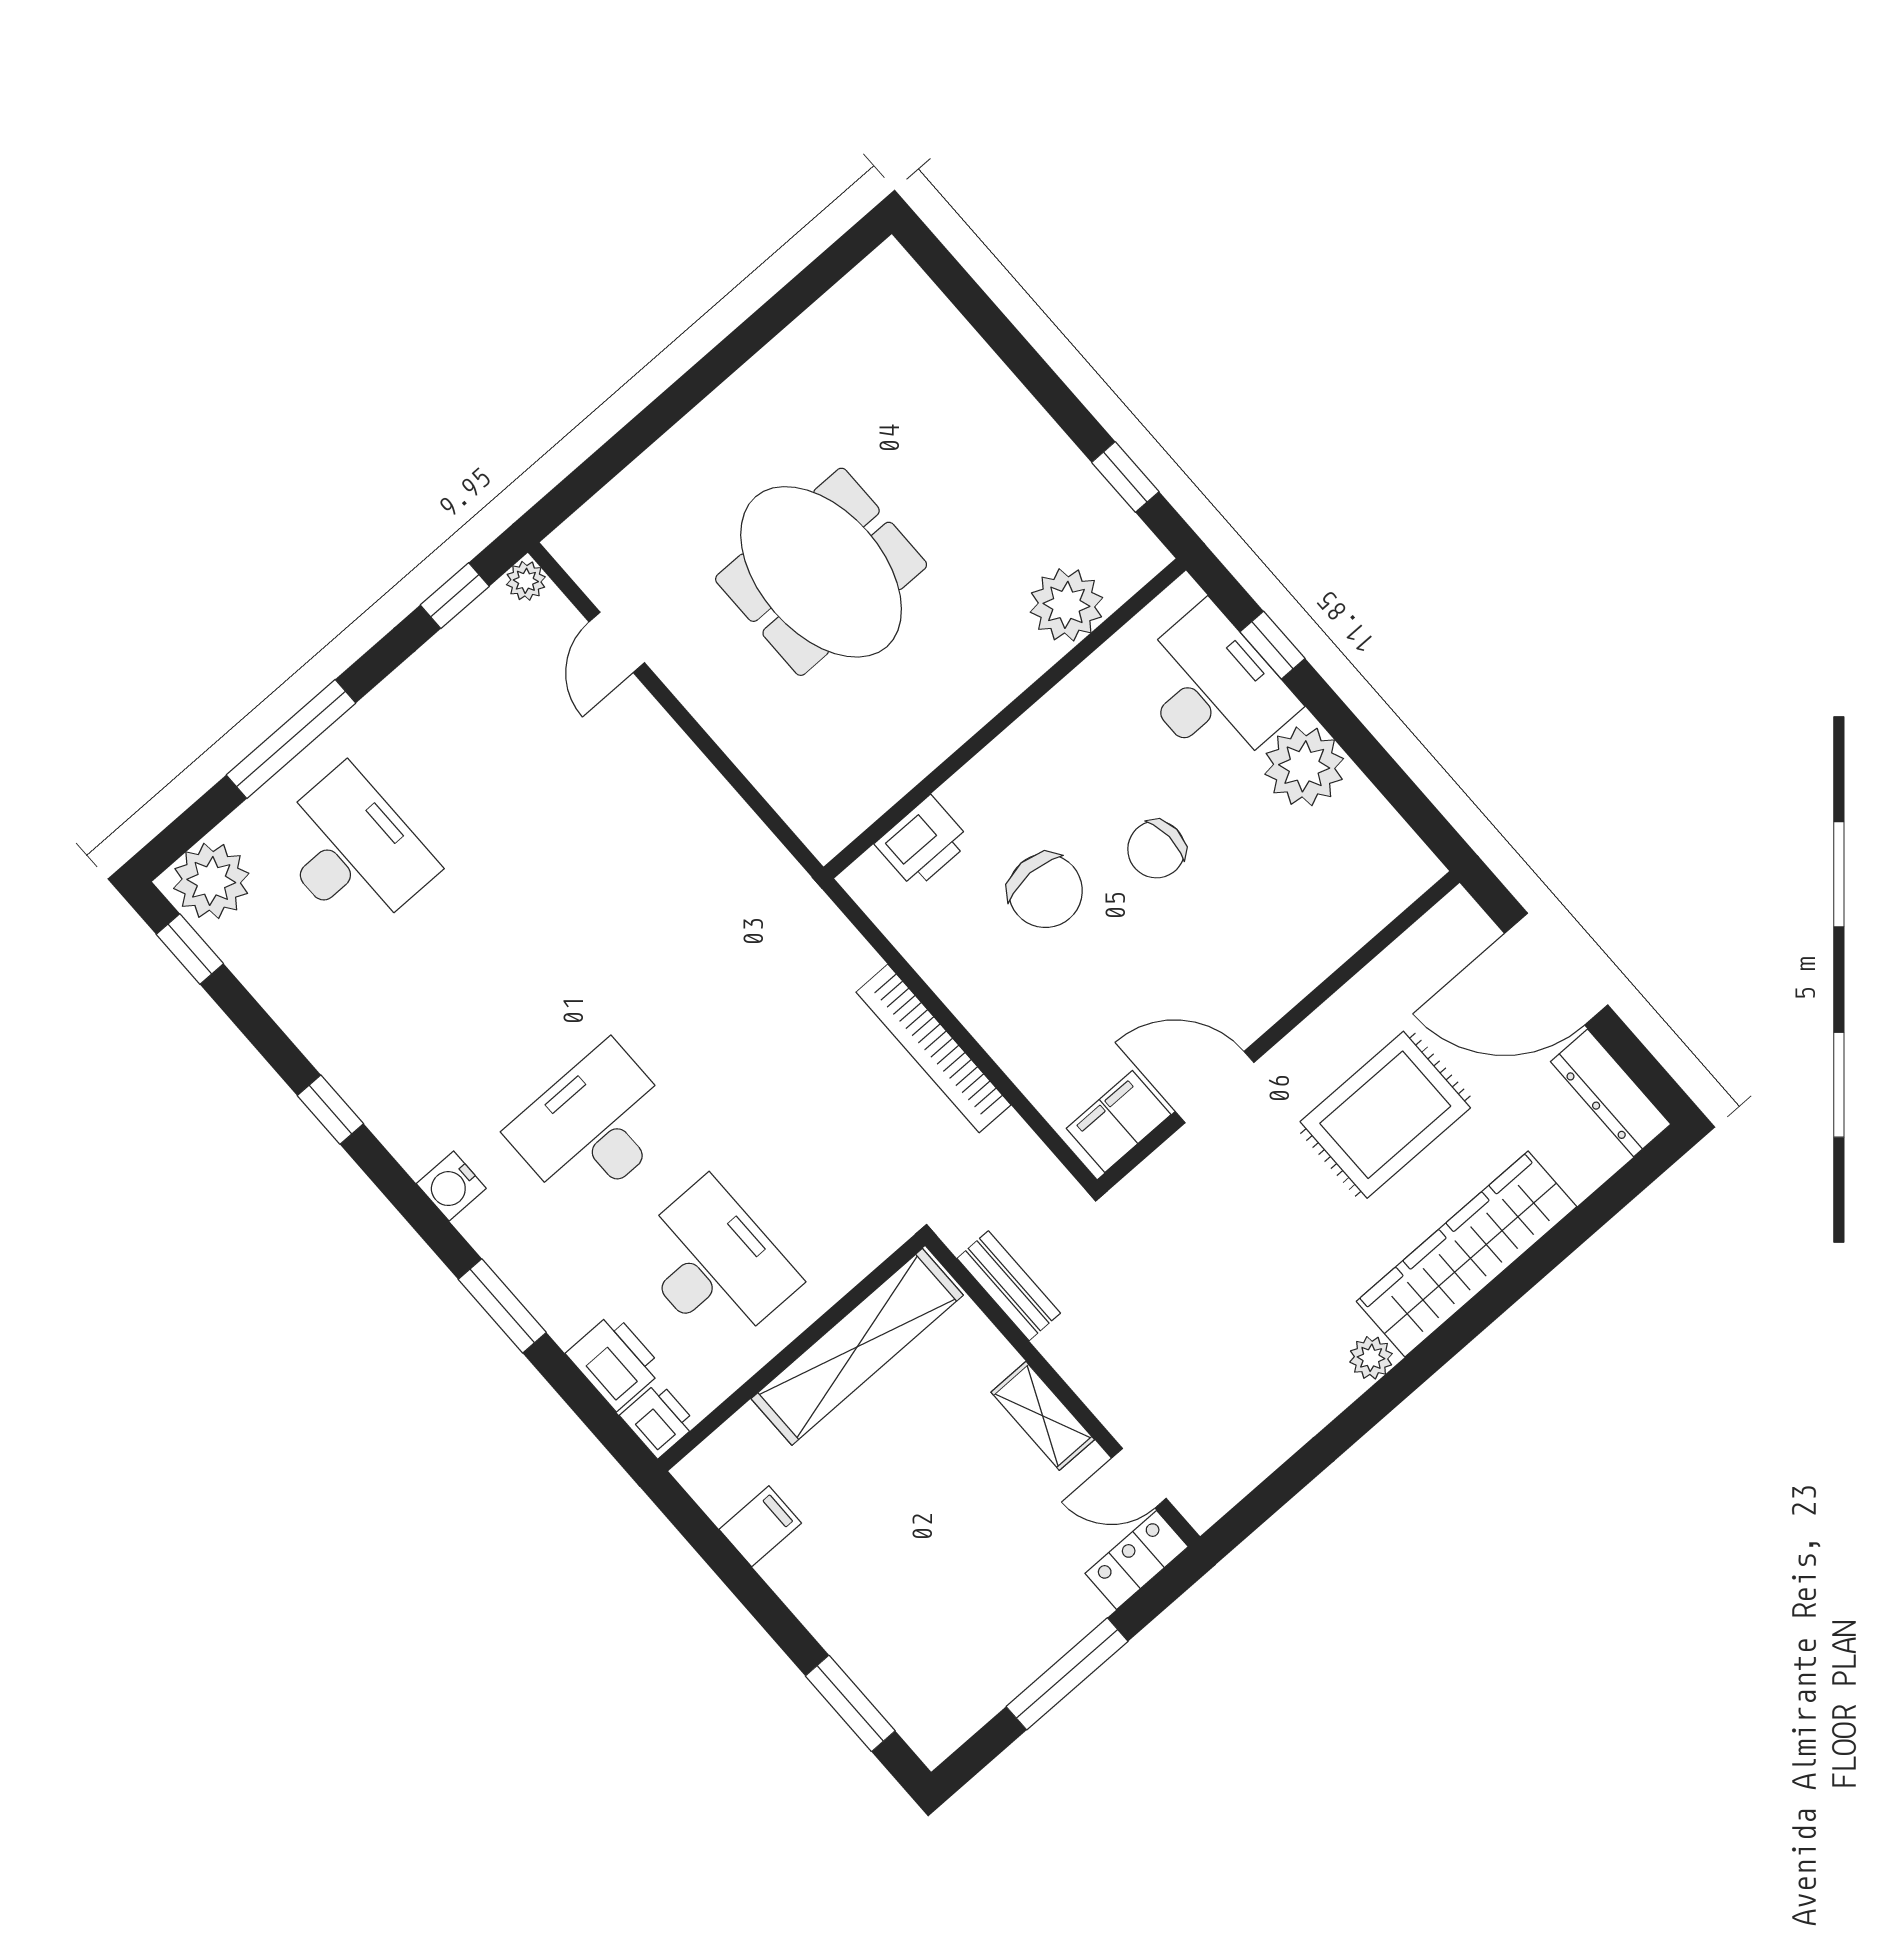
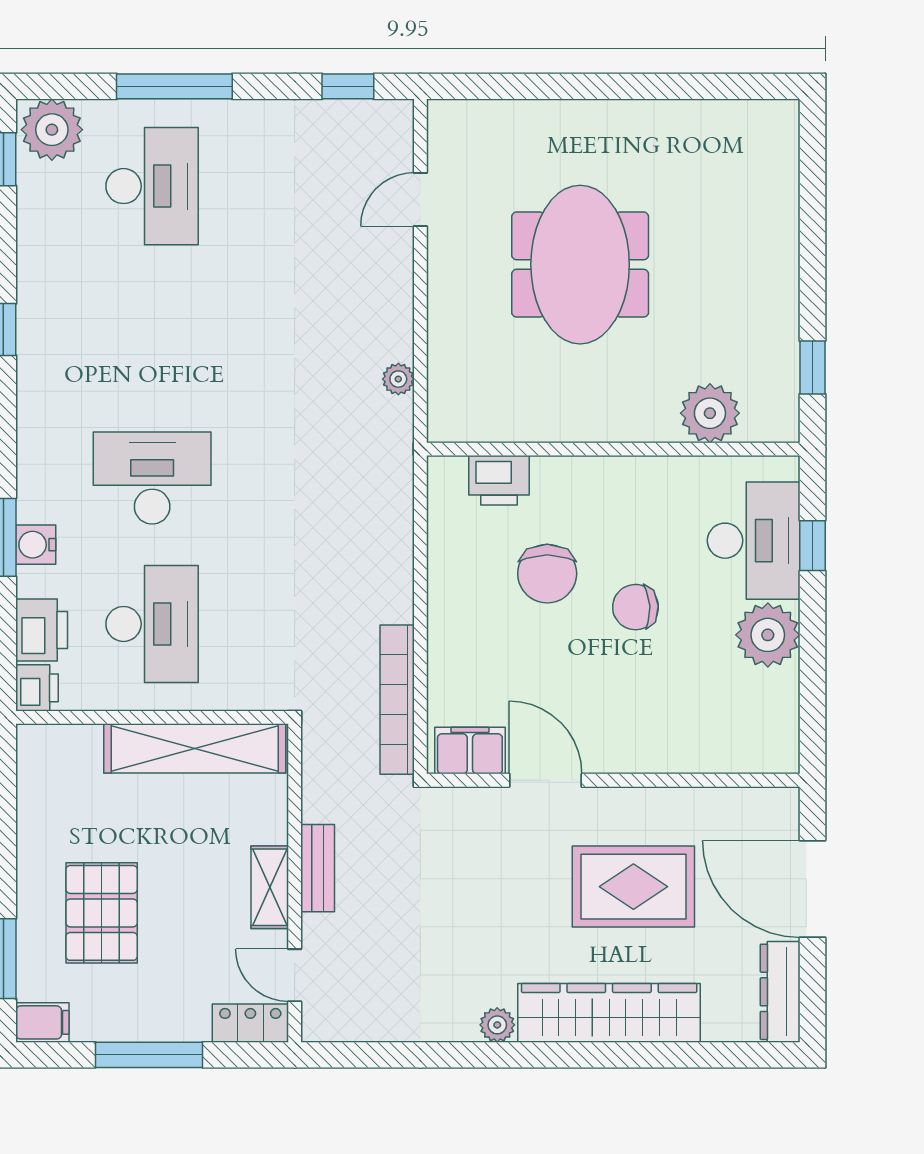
plant: (526, 581) -> (398, 379), moved
bookcase: (933, 1048) -> (397, 700), moved
water cooler: (451, 1186) -> (36, 545), moved
bench: (1009, 1286) -> (318, 868), moved
filing cabinet: (760, 1526) -> (42, 1022), moved
pallet: (905, 1579) -> (102, 913), added

